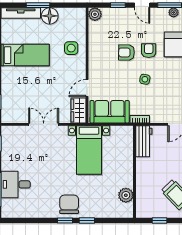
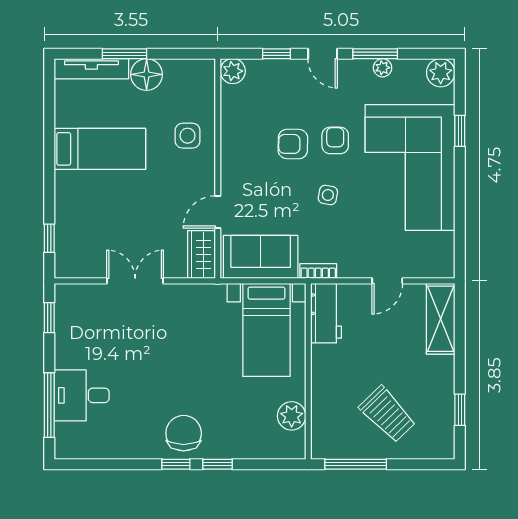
bed with nightstands: (89, 150) -> (266, 330), moved
window: (159, 221) -> (356, 464), width x2.17

